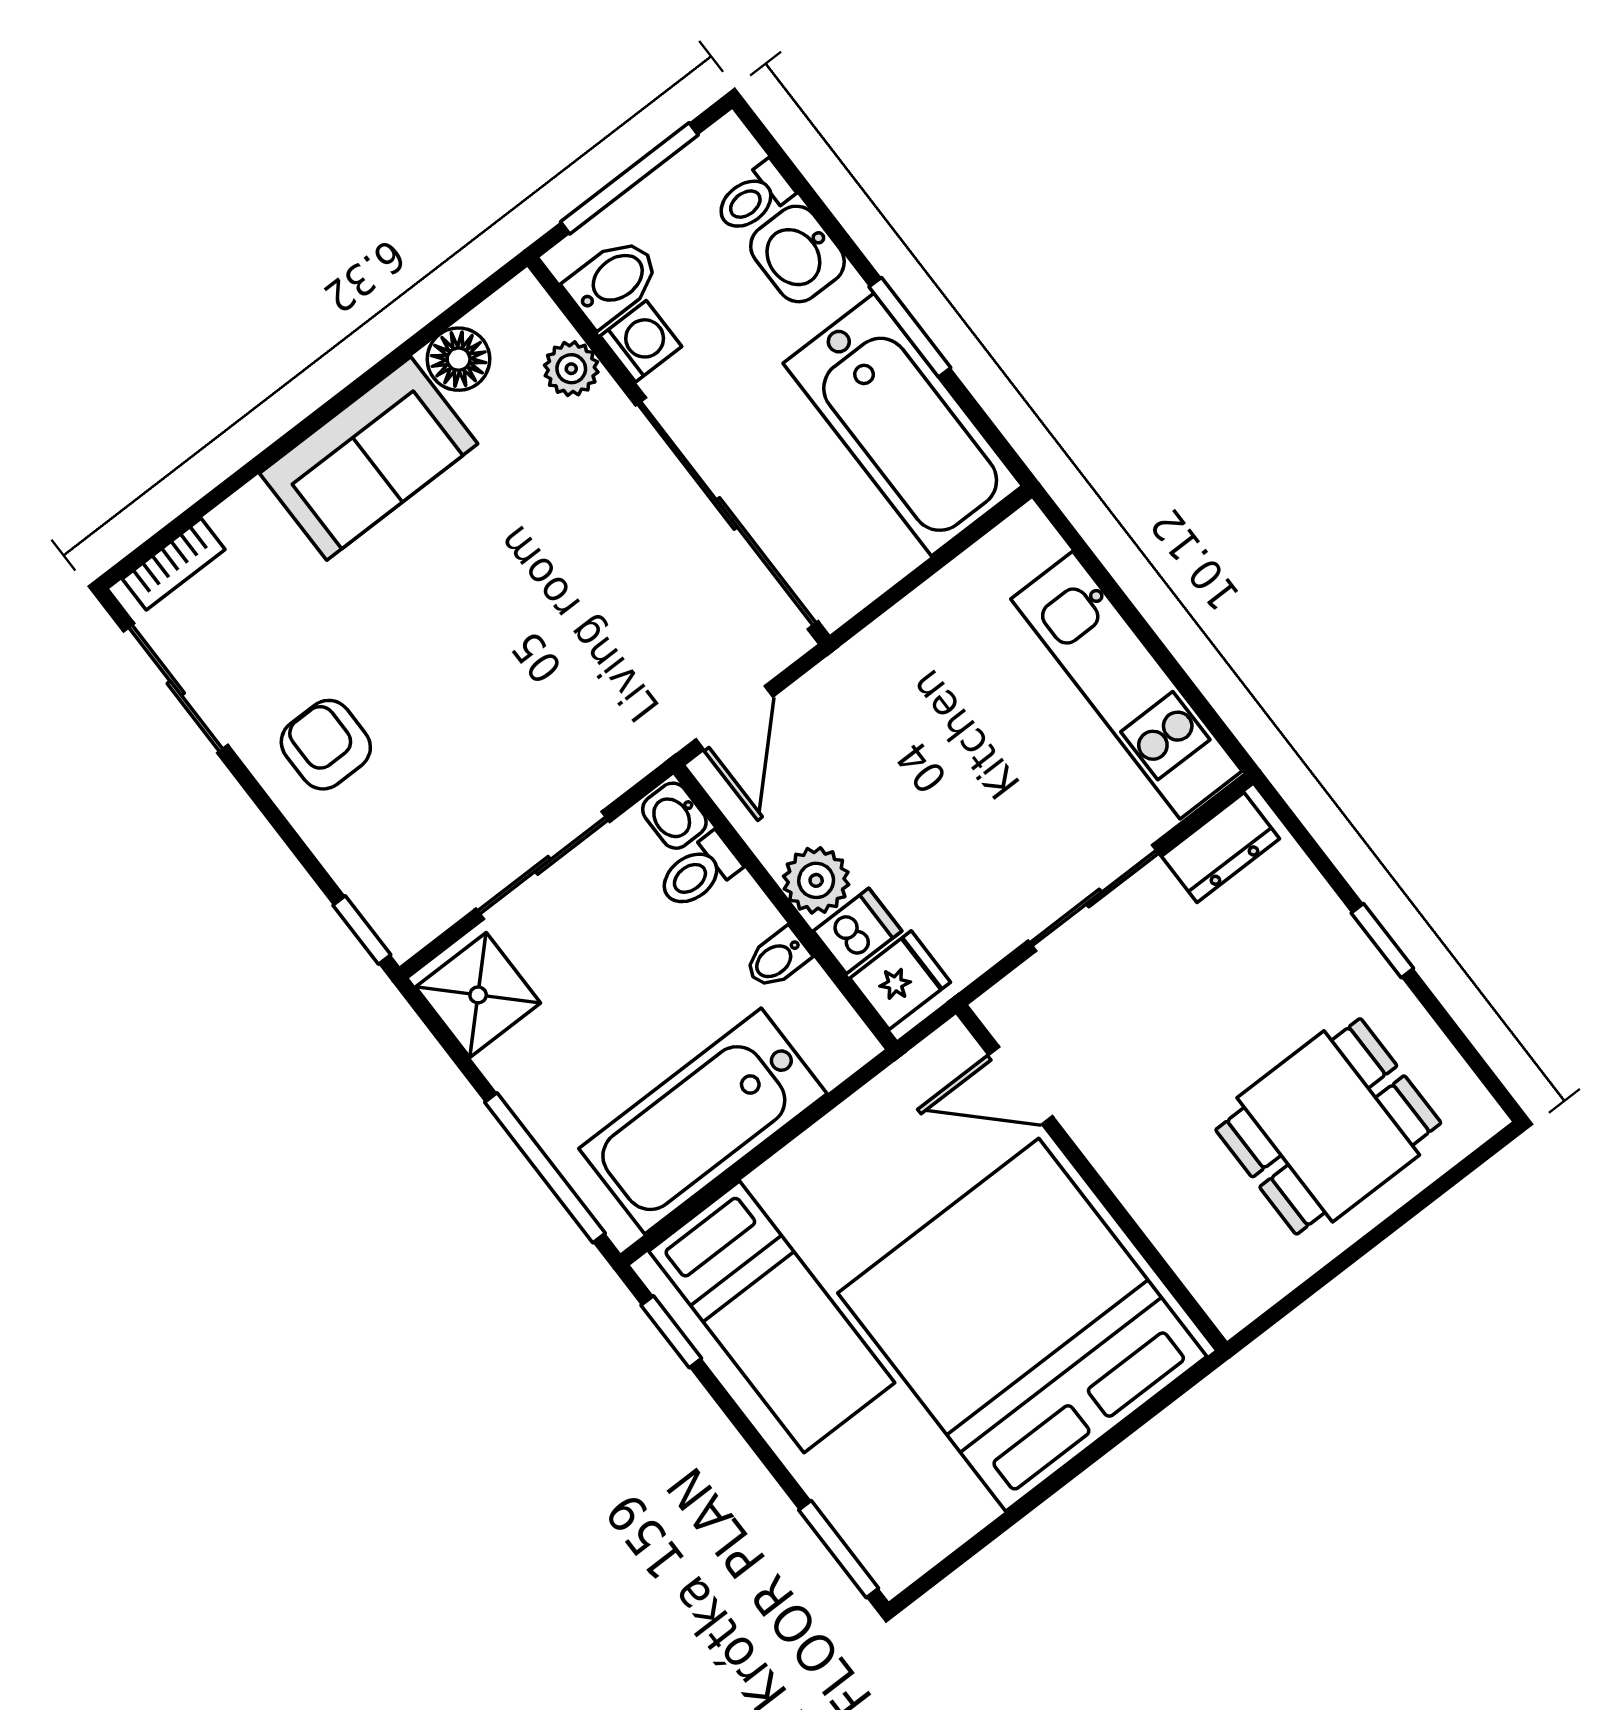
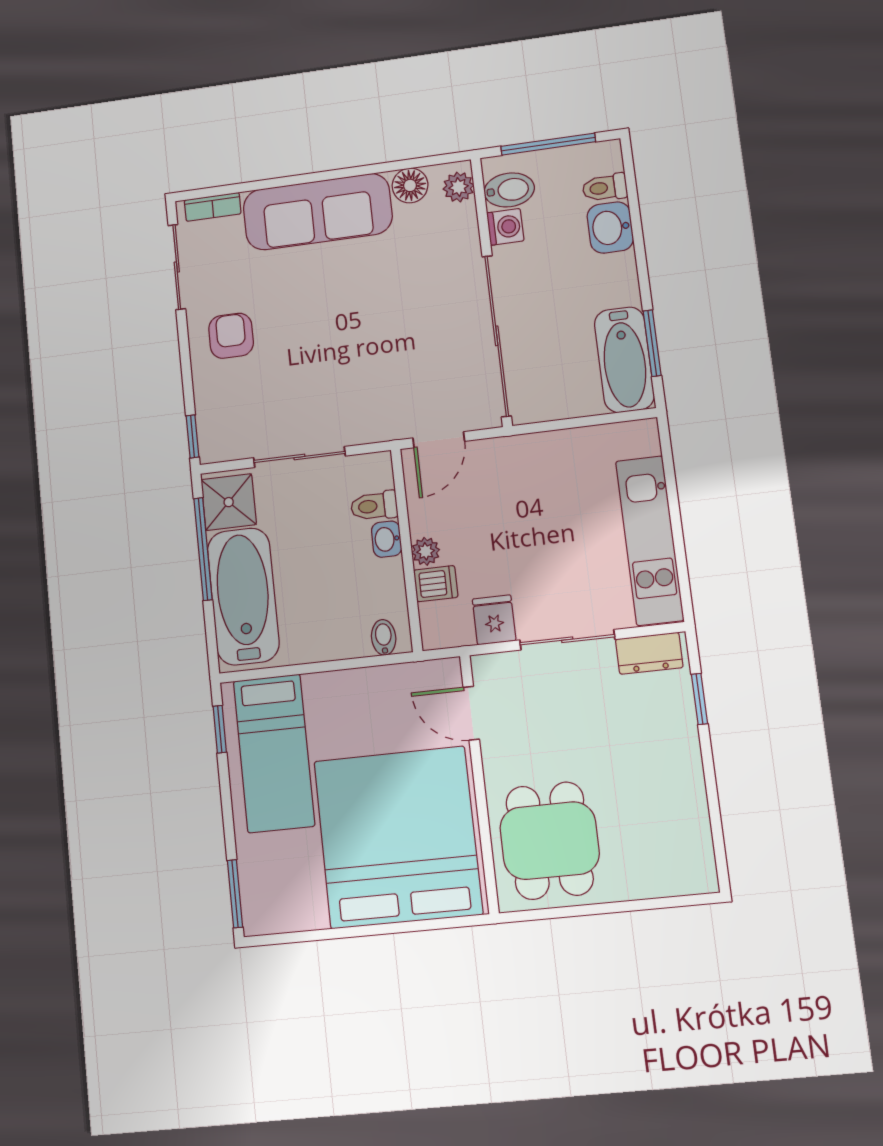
window: (910, 327) -> (652, 343), moved
plant: (571, 369) -> (459, 187), moved
bathtub: (903, 425) -> (624, 360), width x0.73, depth x0.73
sofa: (369, 458) -> (318, 212), width x1.36
washbasin: (674, 816) -> (387, 539), moved
plant: (816, 880) -> (426, 551), width x0.73, depth x0.73
window: (1382, 941) -> (699, 699), moved
bidet: (777, 959) -> (384, 637), moved, turned 90
fridge: (900, 980) -> (494, 620), moved, turned -90
bathtub: (703, 1121) -> (243, 596), moved, turned 90
dining table: (1328, 1126) -> (550, 841), moved, turned 90
window: (545, 1168) -> (203, 549), moved

